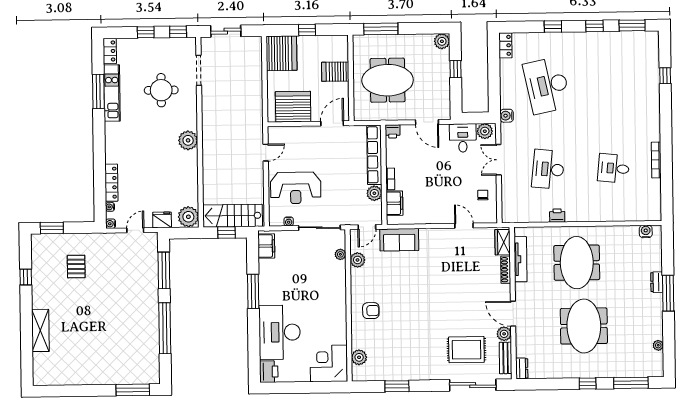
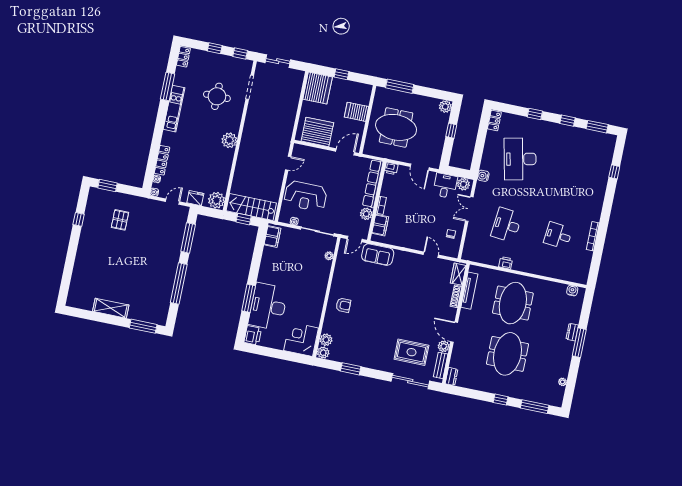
kitchen unit: (112, 93) -> (174, 109), moved
plant: (358, 260) -> (323, 353), moved
window: (253, 291) -> (249, 298), moved
shelving: (40, 330) -> (111, 308), moved, turned 90

